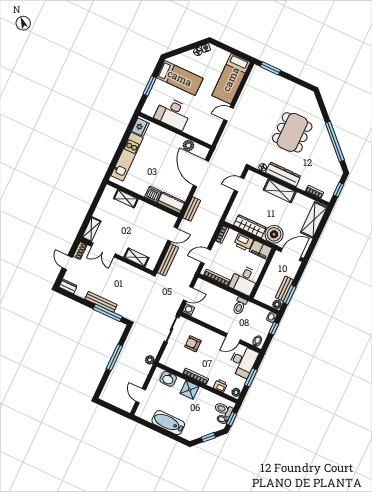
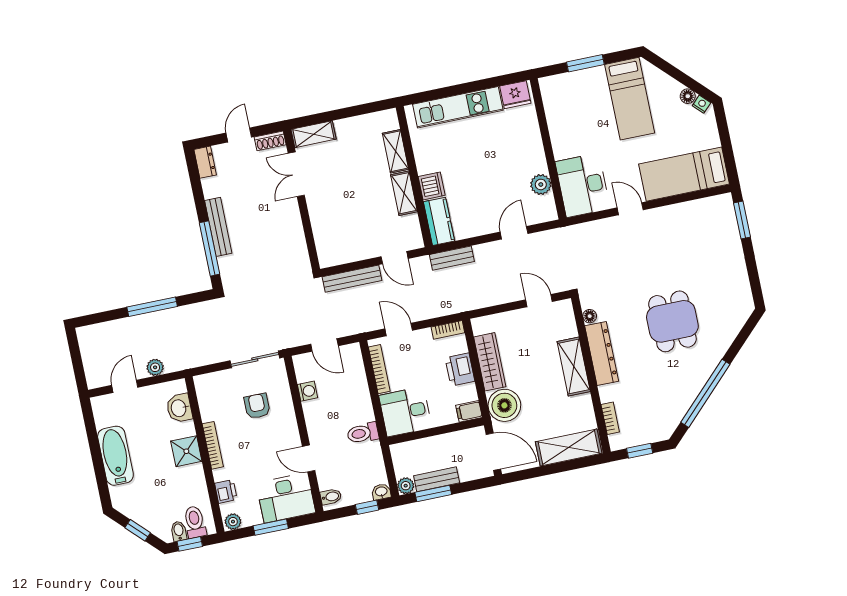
desk: (173, 113) -> (583, 185), moved
dining table: (292, 132) -> (672, 321), width x0.73
door: (201, 173) -> (514, 233), width x0.53
filing cabinet: (261, 250) -> (469, 411), width x0.50
shelving: (136, 257) -> (404, 193), moved
washing machine: (188, 310) -> (308, 391), moved
plant: (150, 360) -> (155, 367), moved

